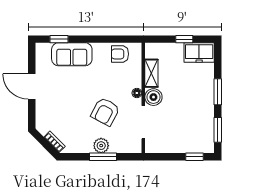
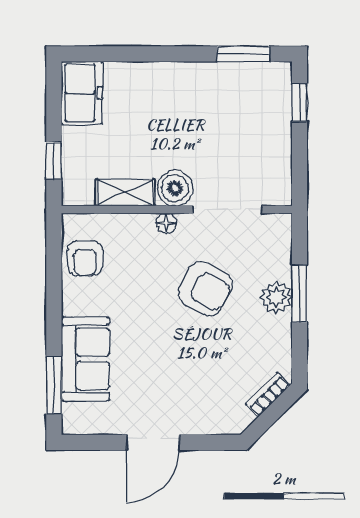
window: (59, 39) -> (54, 386), width x1.50
window: (184, 39) -> (54, 160), moved
window: (218, 92) -> (164, 54), removed

